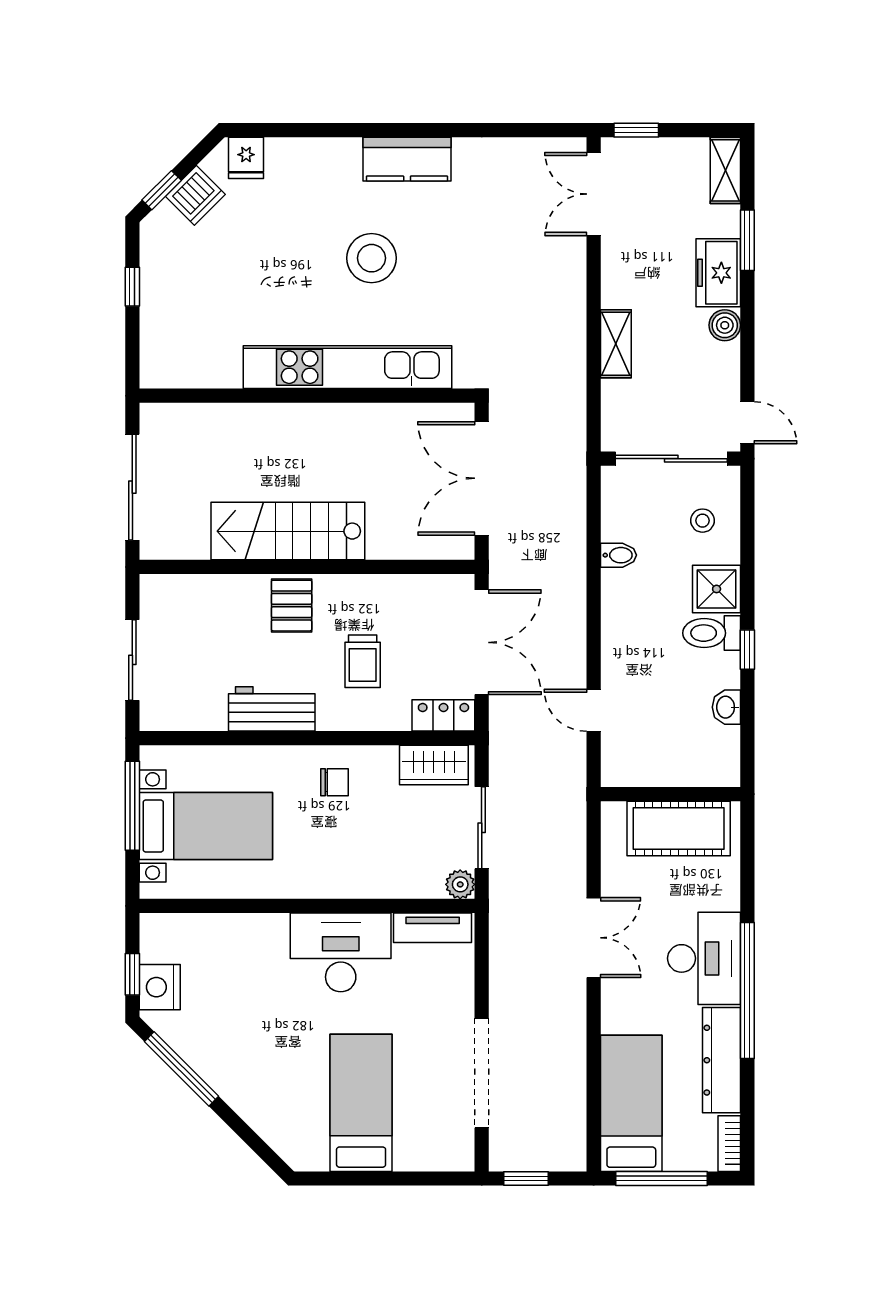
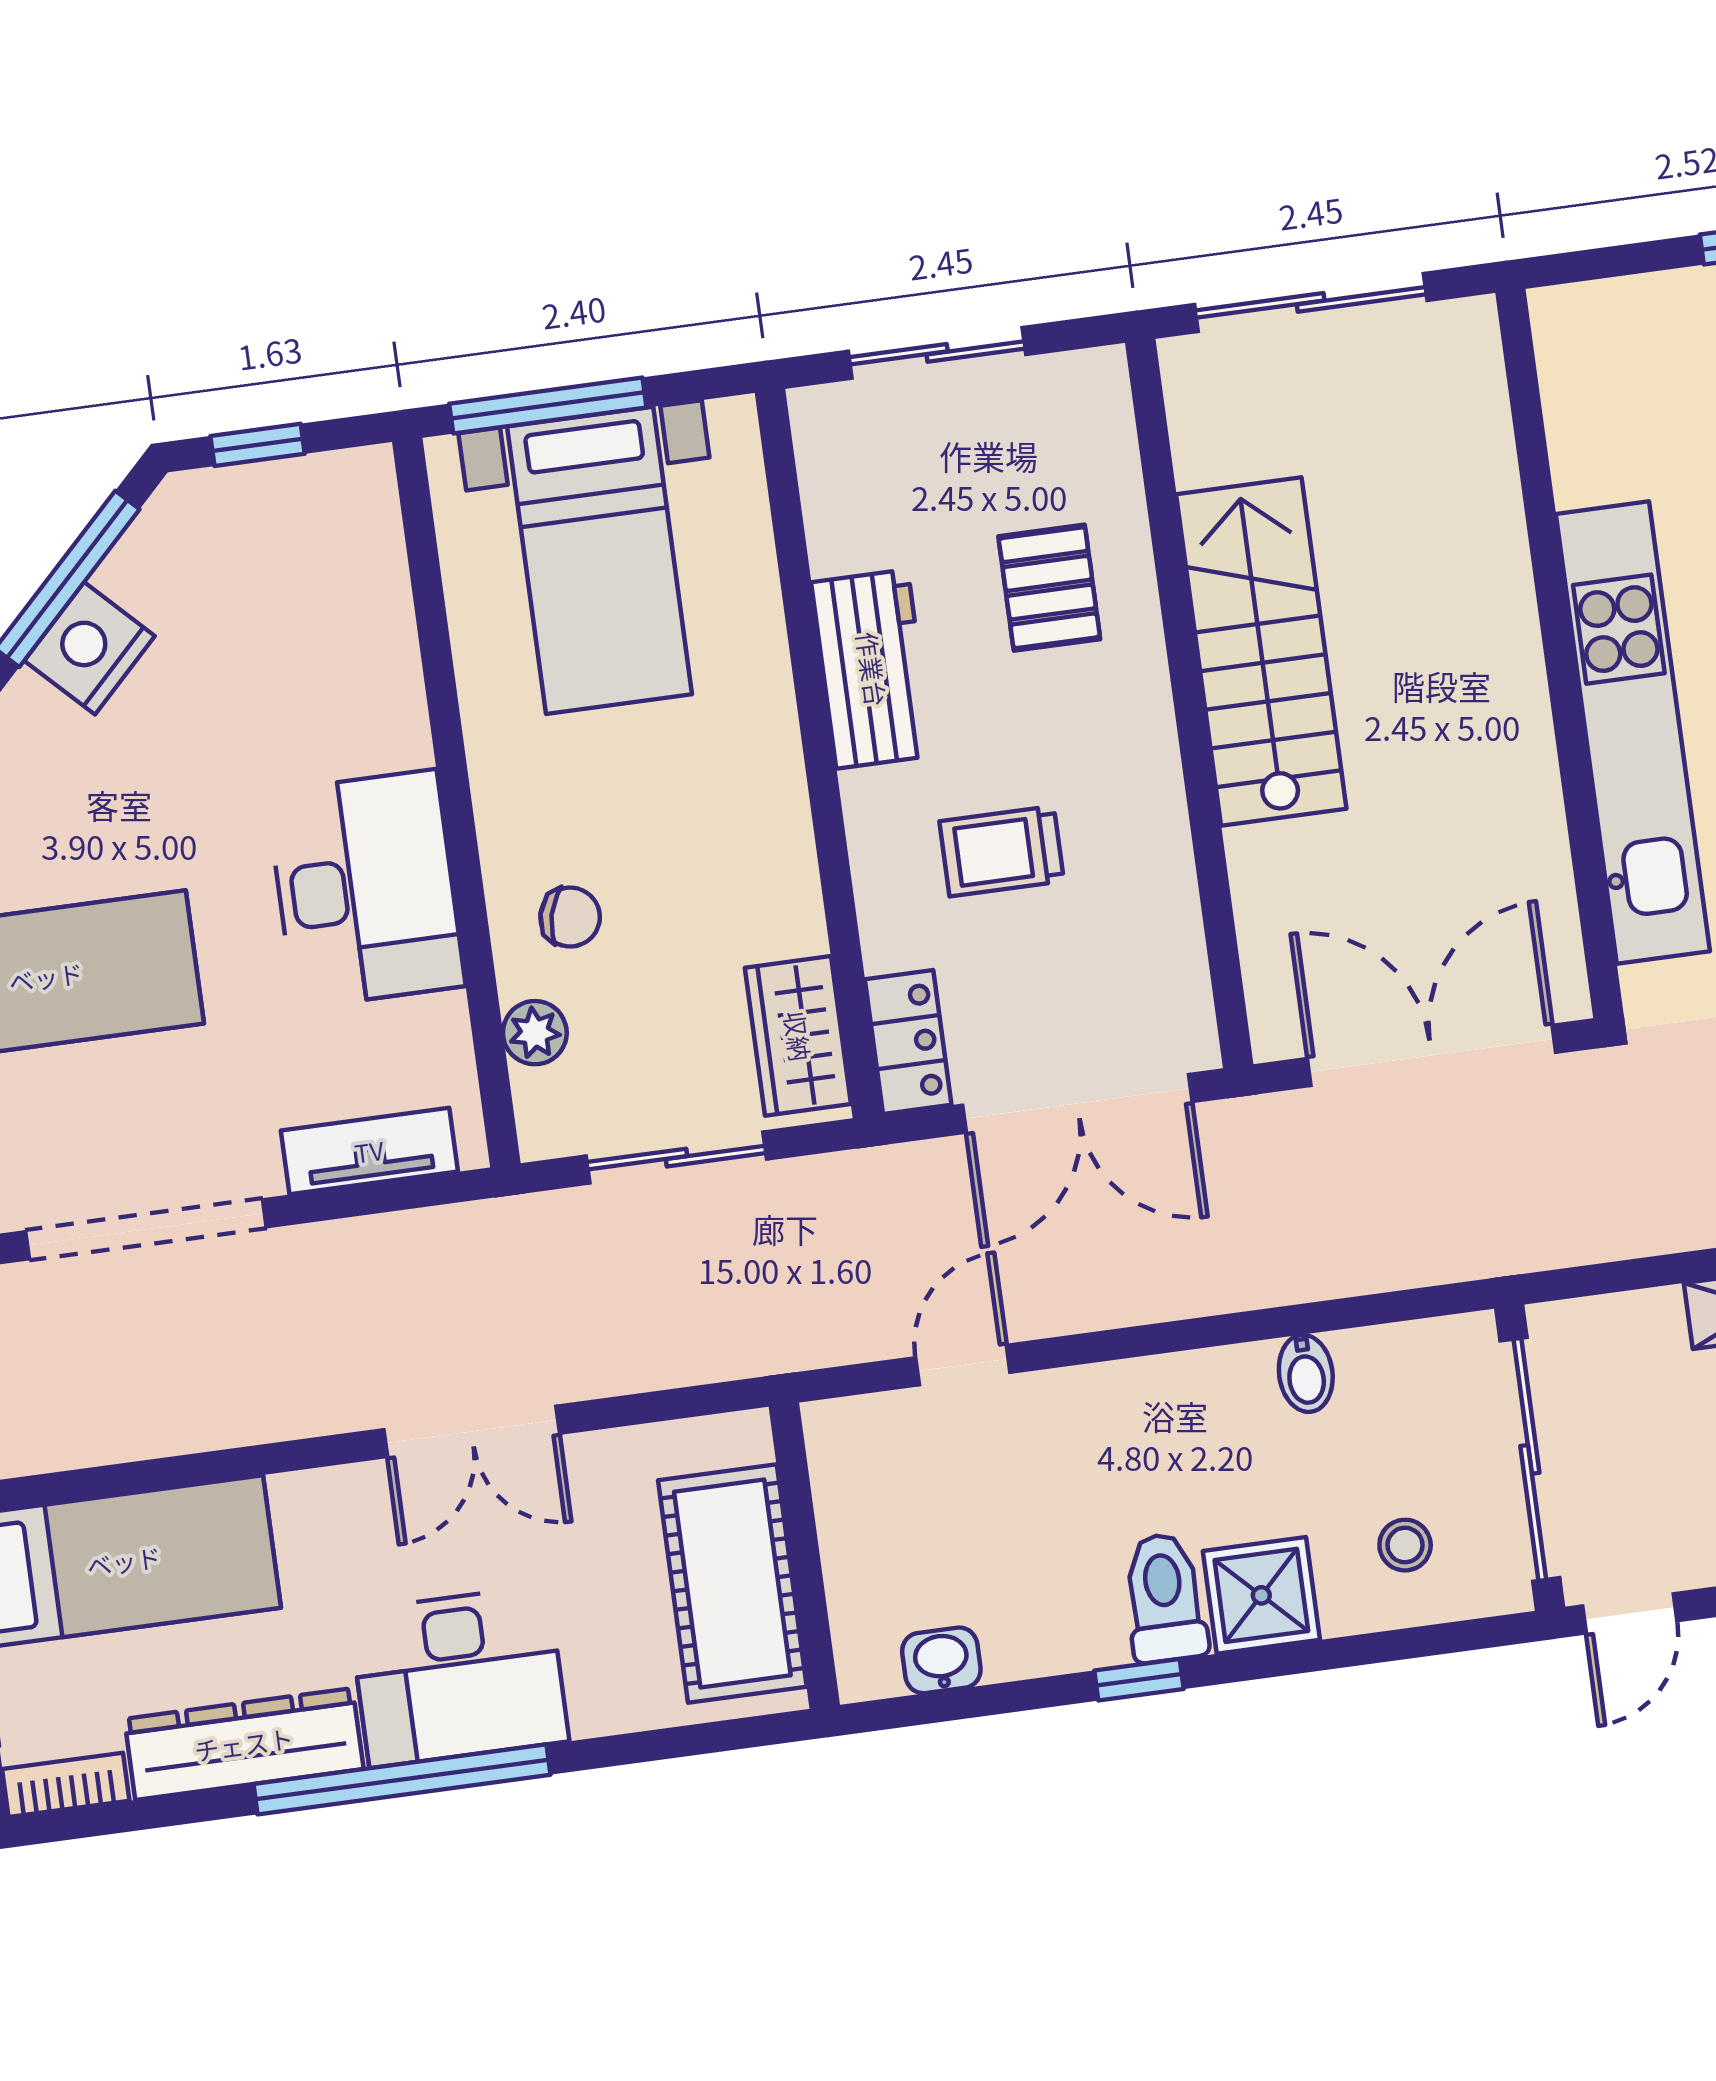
pallet: (292, 606) -> (1049, 588), moved, turned 90
washbasin: (726, 707) -> (941, 1660), moved
chair: (334, 782) -> (570, 917), moved, turned -76
window: (132, 806) -> (548, 406), moved
plant: (460, 884) -> (535, 1033), moved
tv unit: (433, 928) -> (369, 1151), moved, turned 90
nightstand: (160, 987) -> (89, 648), moved, turned -45

